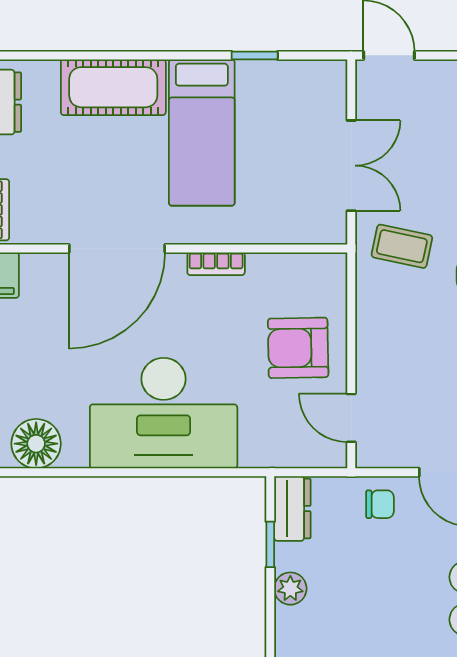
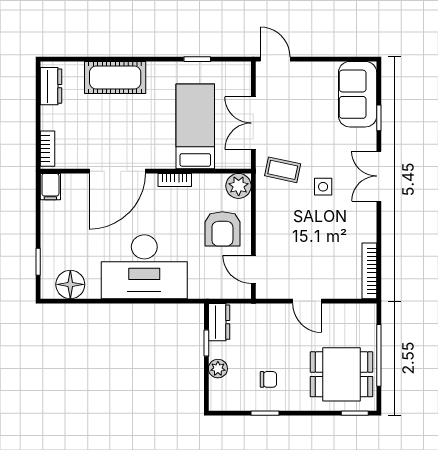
bed: (202, 132) -> (195, 126), moved, turned 180
double door: (351, 166) -> (253, 123), swing flipped
plant: (326, 274) -> (239, 186), added
armchair: (298, 348) -> (222, 229), turned -89
chair: (380, 504) -> (268, 379), moved

